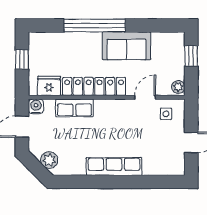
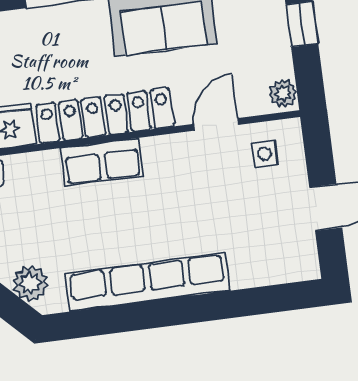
row of seats: (74, 108) -> (102, 162), moved
row of seats: (114, 166) -> (148, 282), width x1.36

